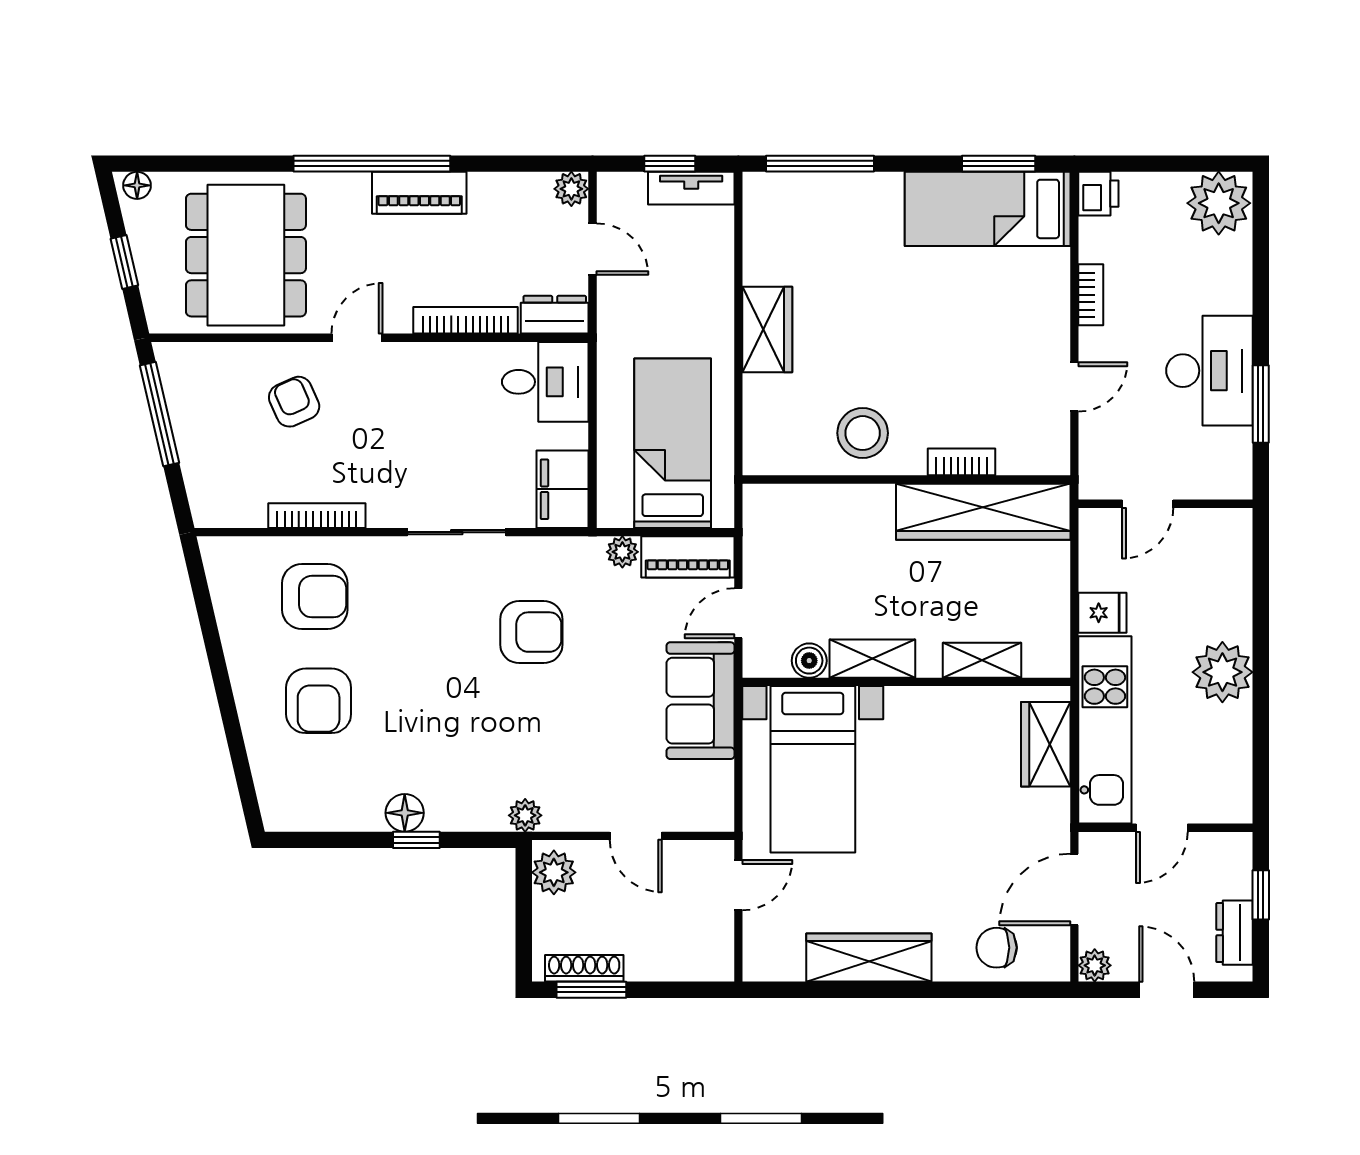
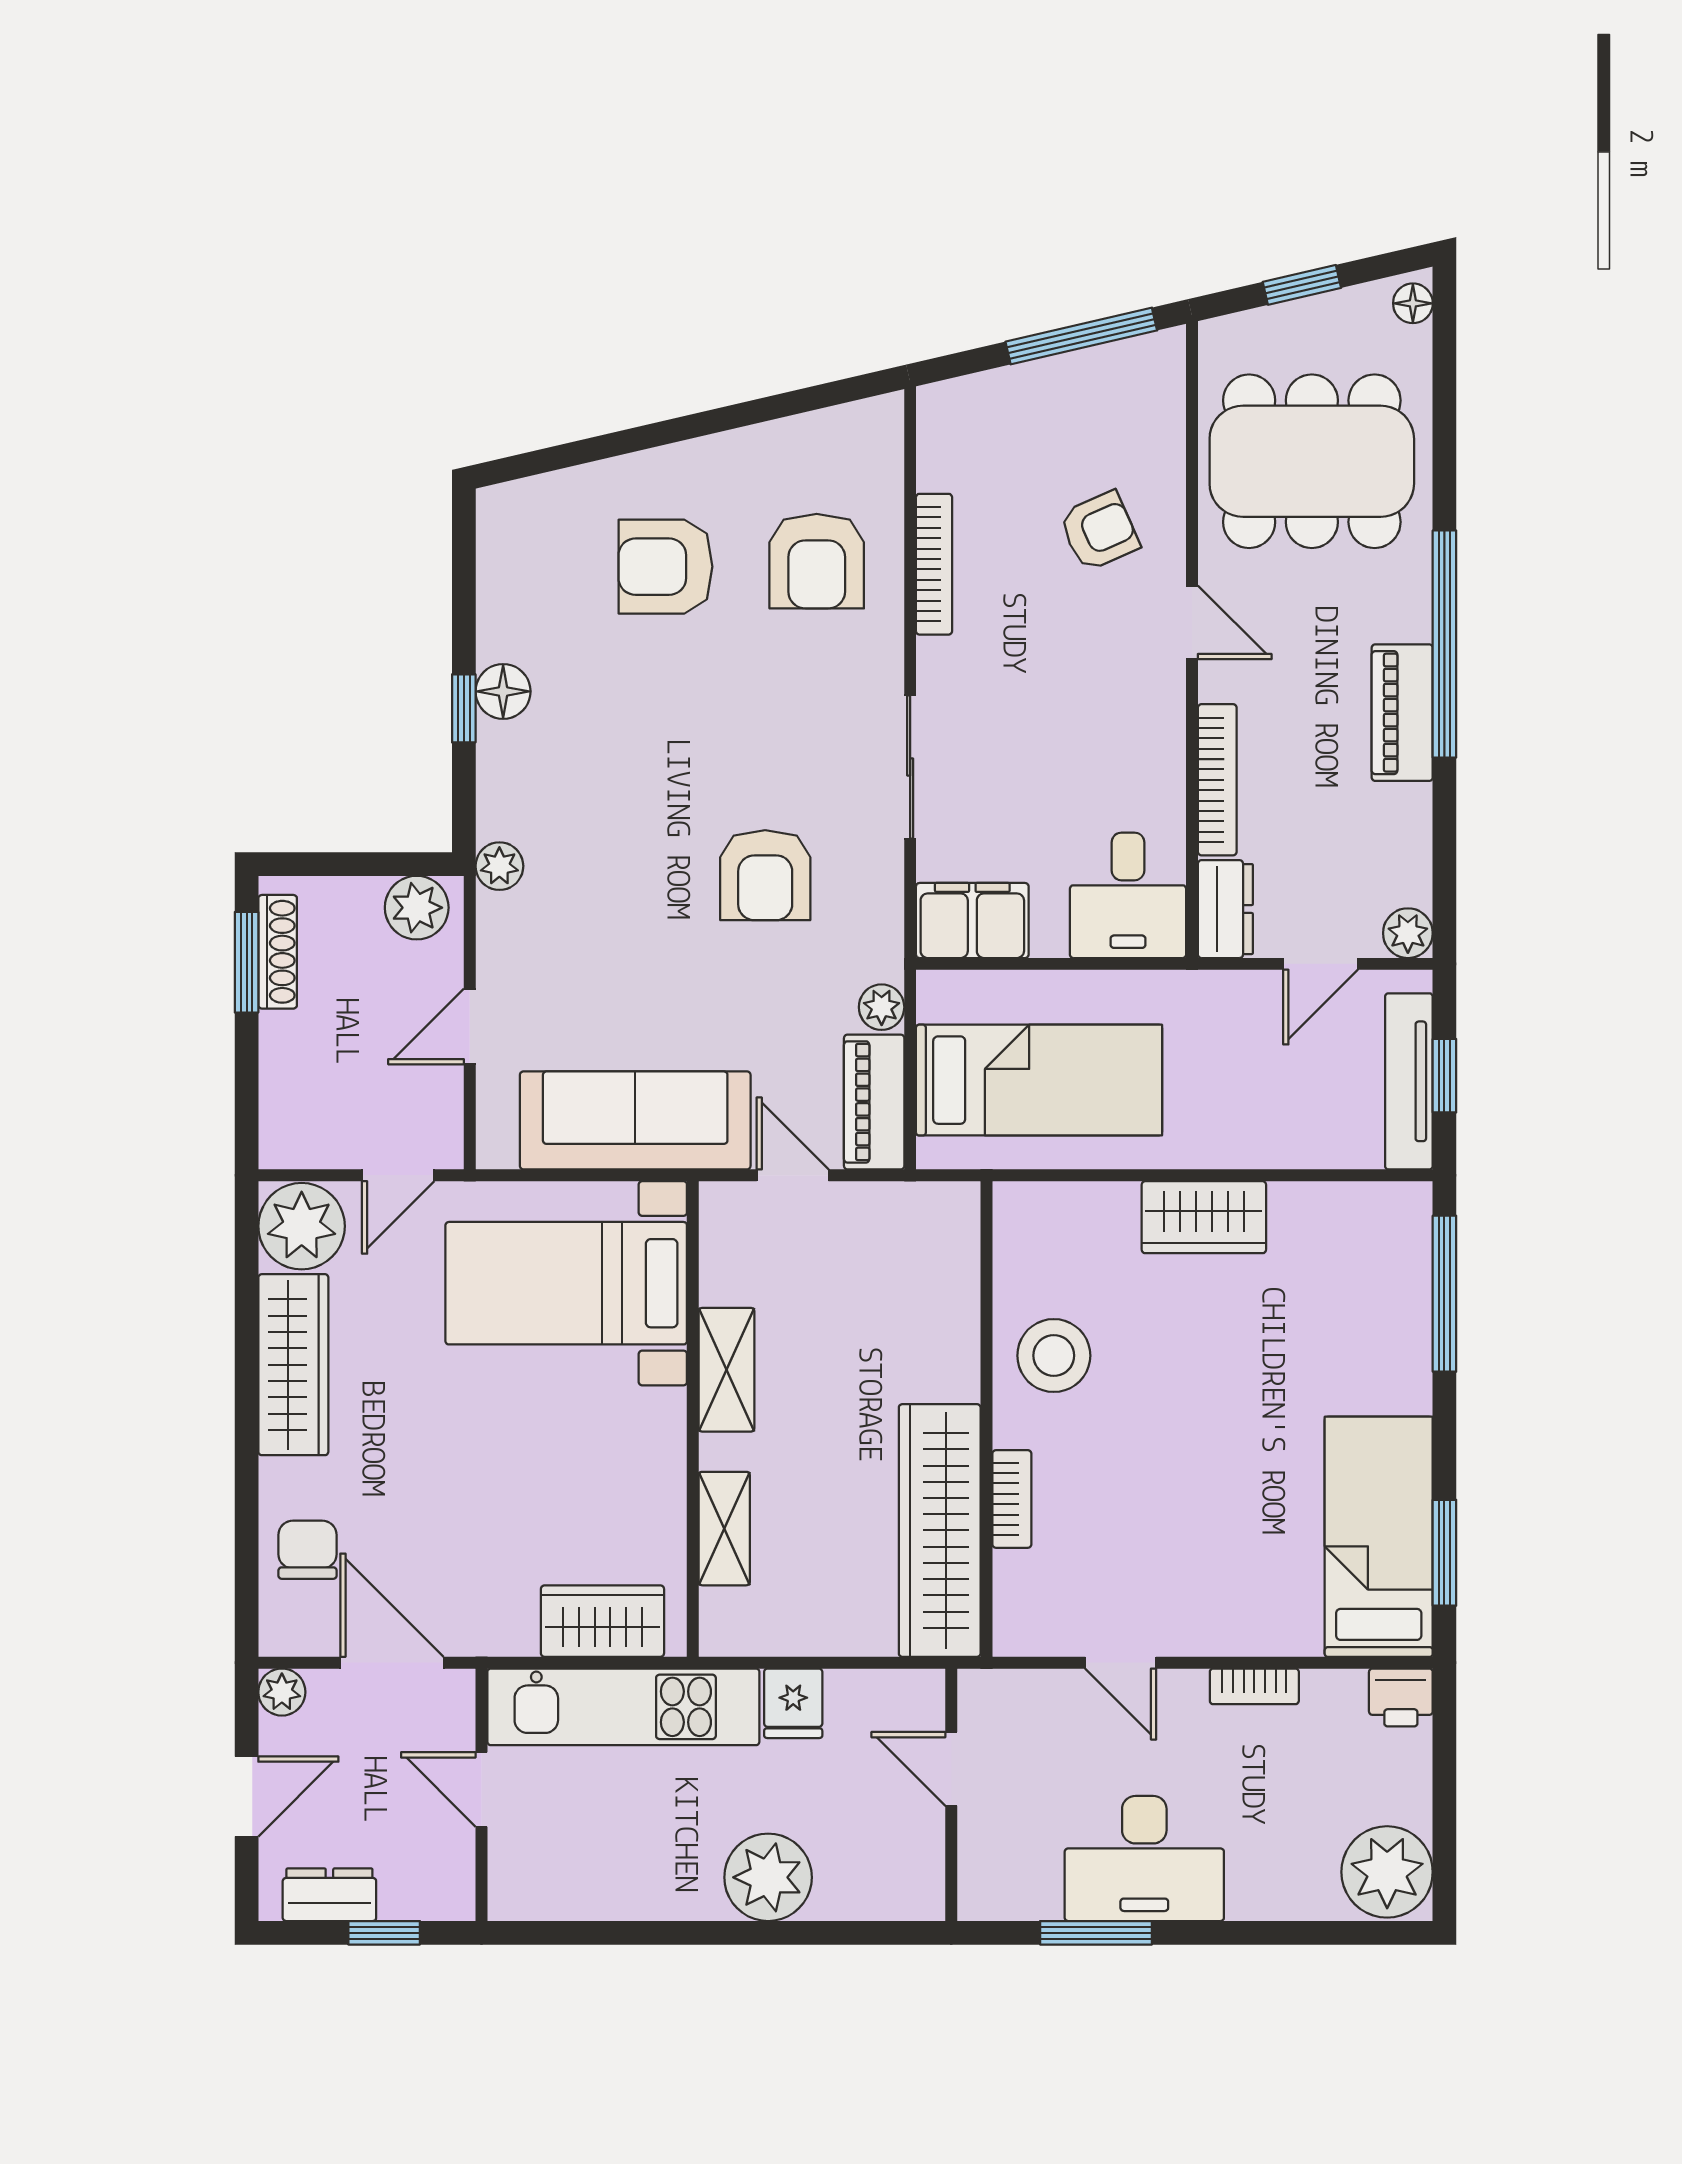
tv unit: (691, 188) -> (1409, 1081), width x1.41
boiler: (809, 661) -> (724, 1278), removed
plant: (1222, 672) -> (768, 1877), moved
sofa: (700, 701) -> (635, 1120), width x1.36
door: (738, 885) -> (398, 1175), hinge flipped
plant: (773, 952) -> (302, 1226), added

